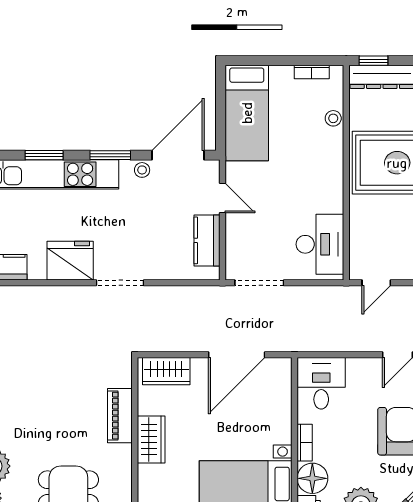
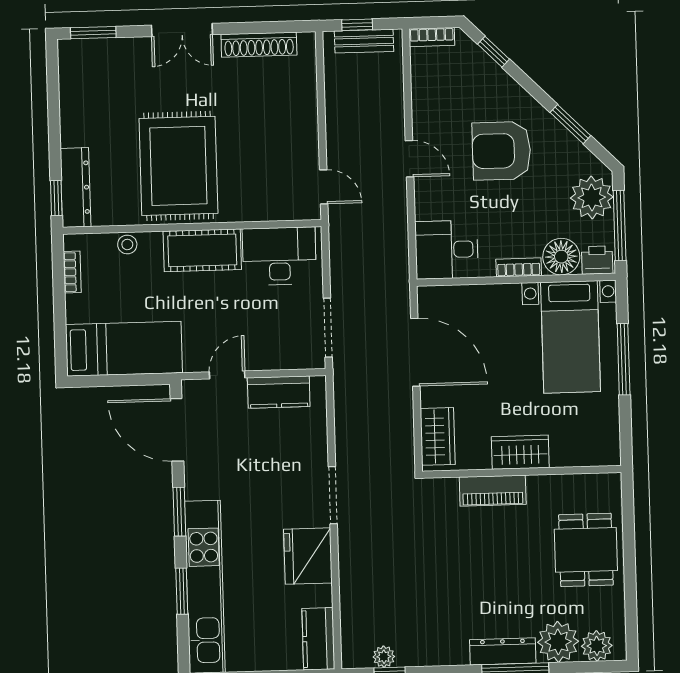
stool: (142, 170) -> (196, 473), removed
cot: (327, 180) -> (202, 250), added

